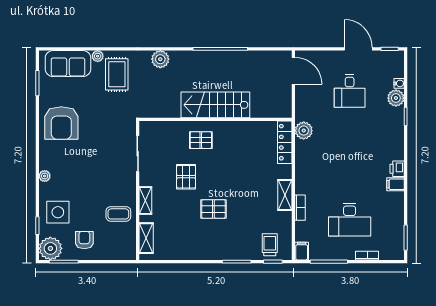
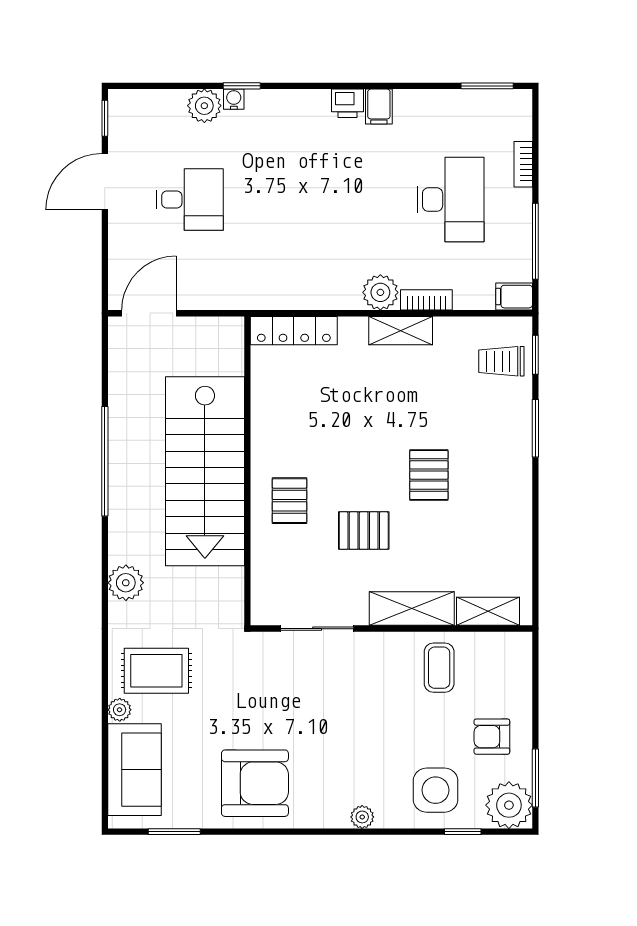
water cooler: (399, 83) -> (234, 99), moved
stairs: (215, 105) -> (205, 471), width x1.36, depth x1.51
plant: (304, 131) -> (380, 292), moved
shelving: (145, 200) -> (412, 609), width x1.50, depth x1.33

